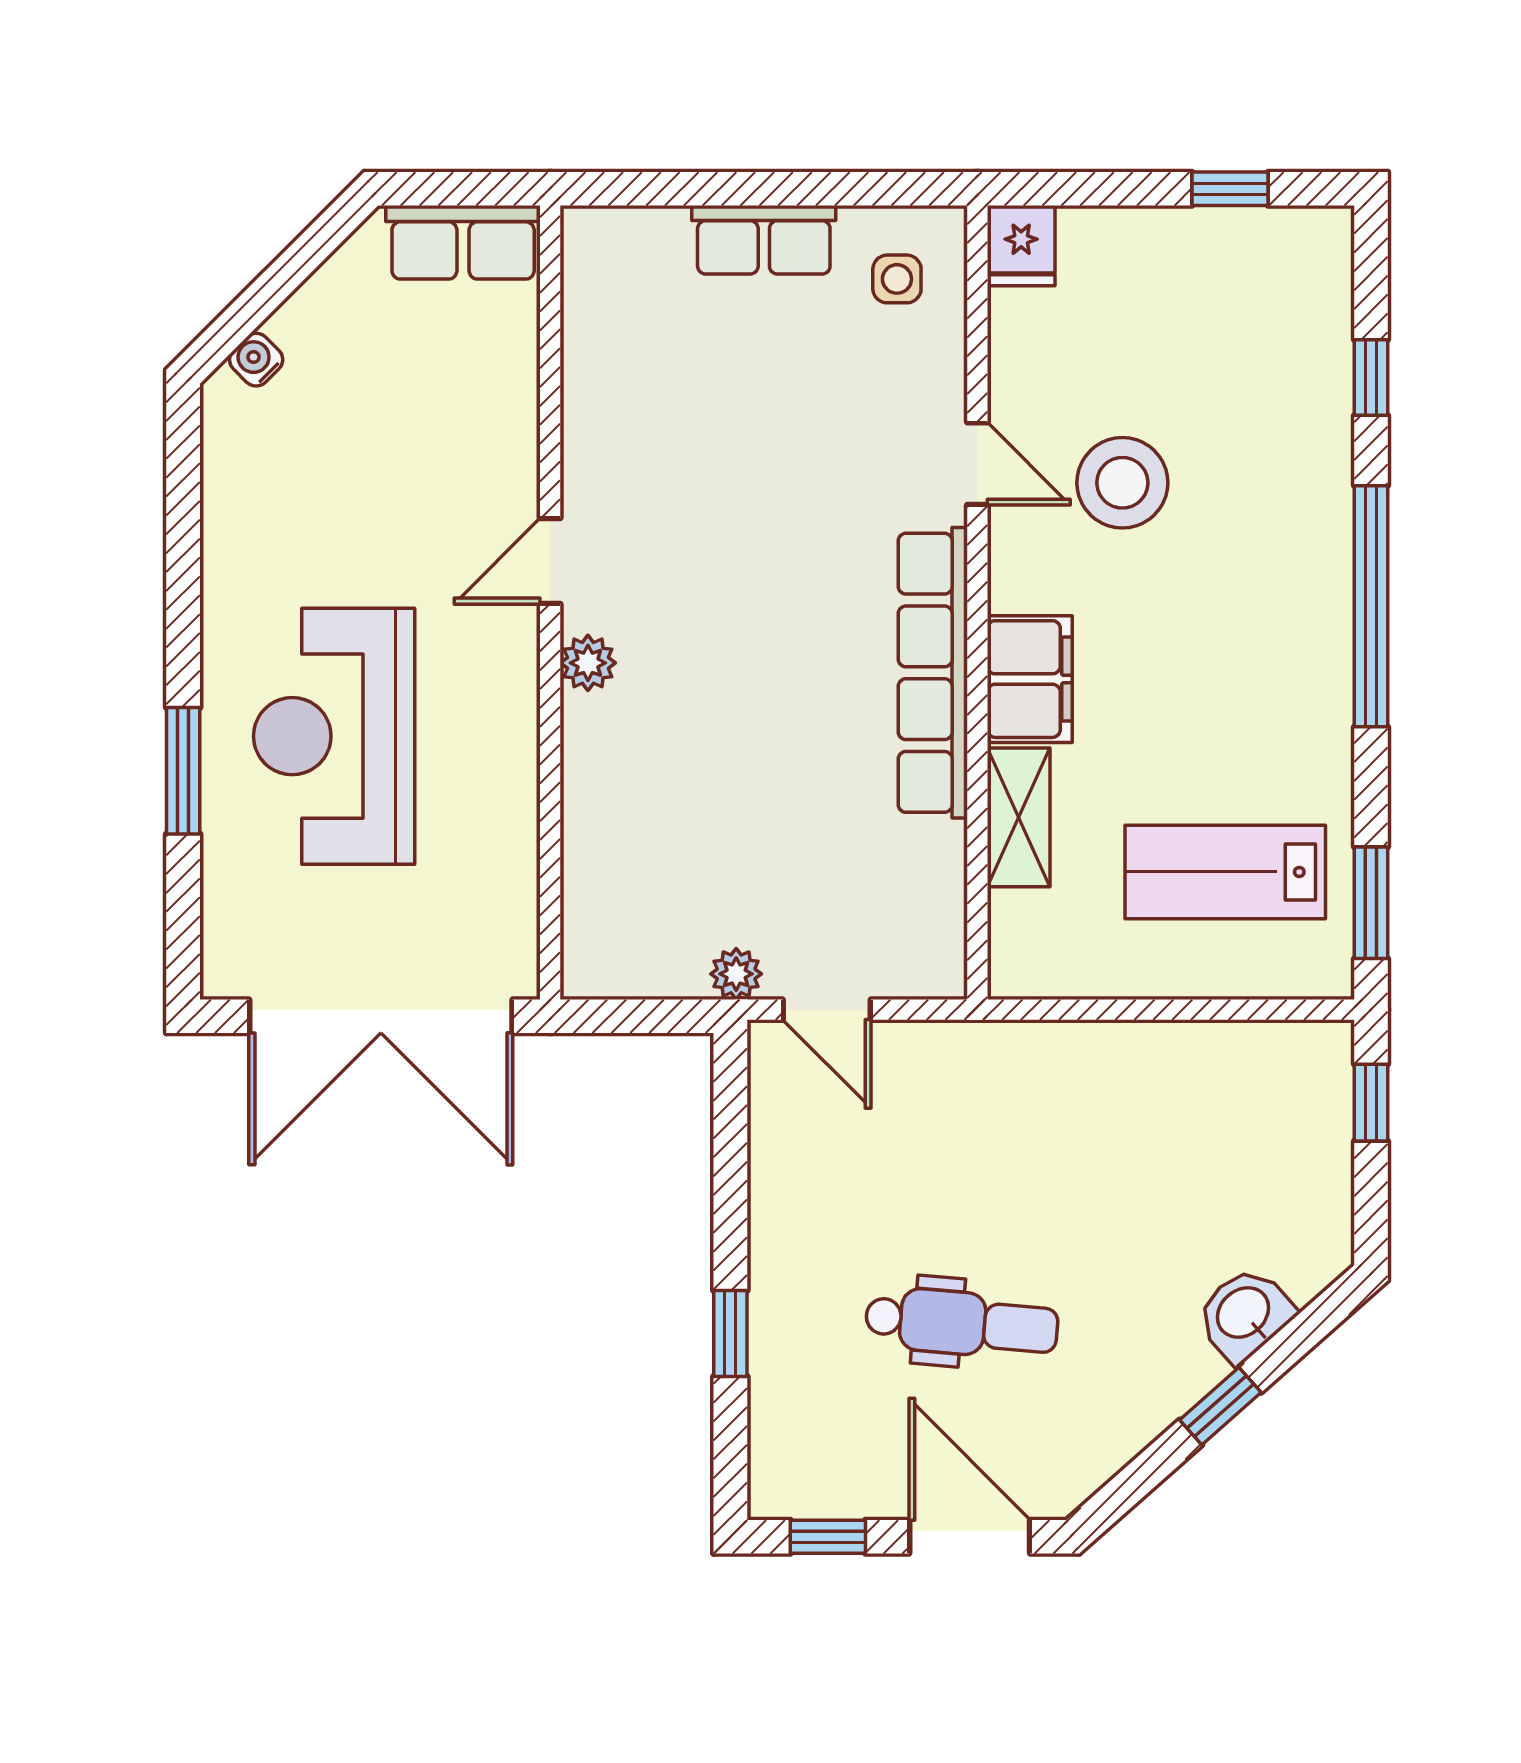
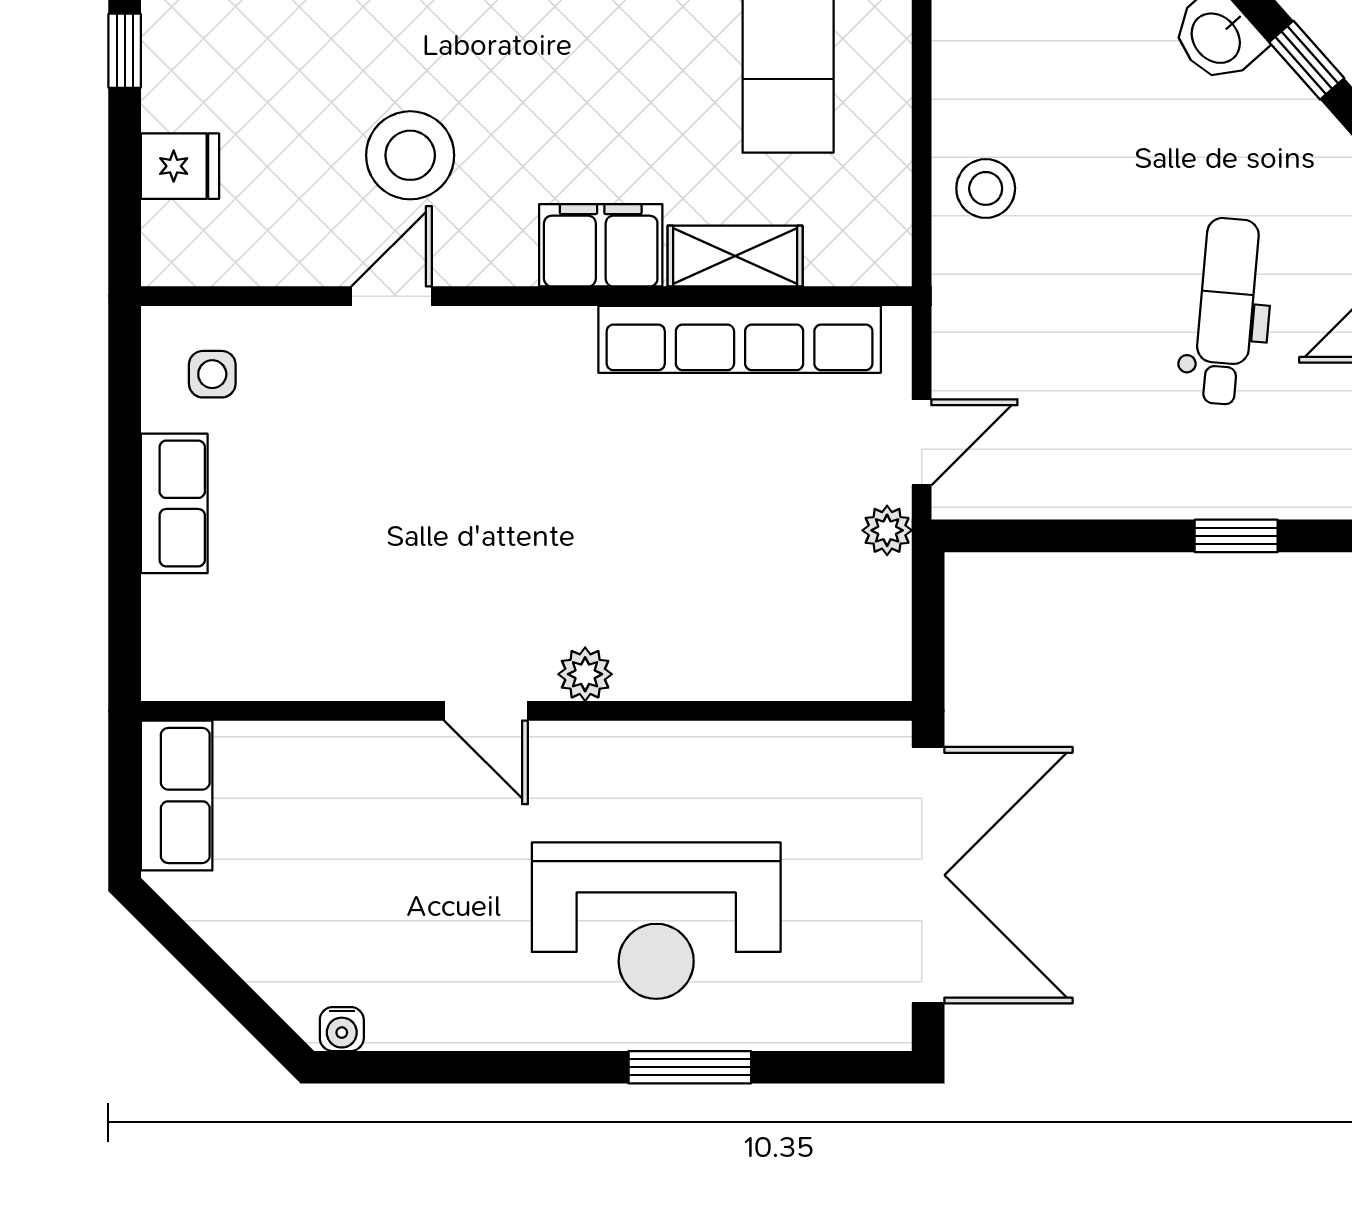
fridge: (1021, 246) -> (180, 166), moved
water cooler: (256, 360) -> (342, 1029), moved, turned -45
row of seats: (933, 673) -> (740, 339), moved
stool: (1088, 1076) -> (986, 188), added

